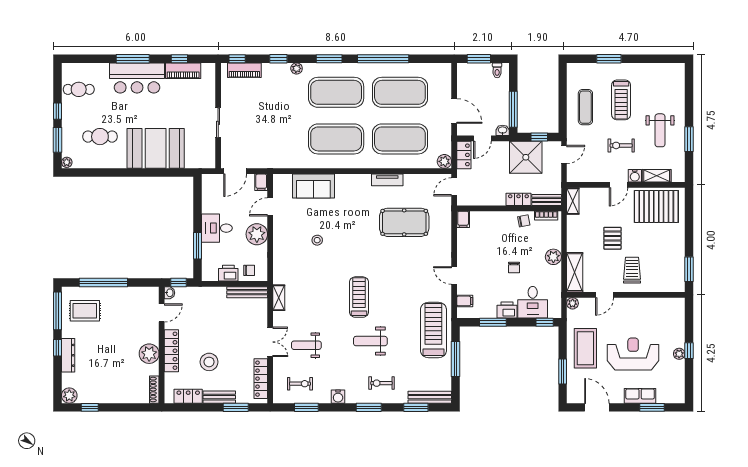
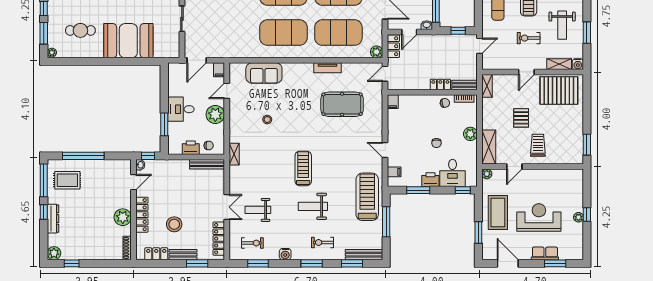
shower: (526, 157) -> (447, 48), removed
water cooler: (635, 176) -> (578, 64), moved
shelving: (279, 298) -> (234, 154), moved

